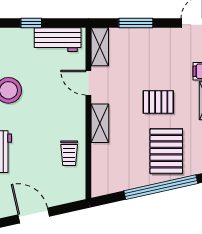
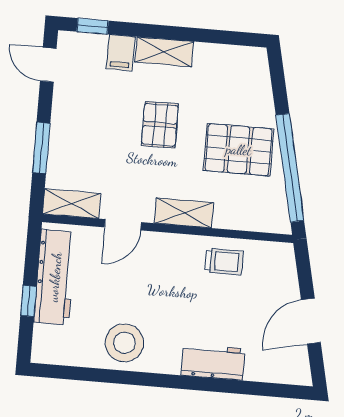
workbench: (58, 40) -> (55, 277), width x1.38
pallet: (166, 151) -> (239, 150), moved
window: (161, 187) -> (290, 168), moved

